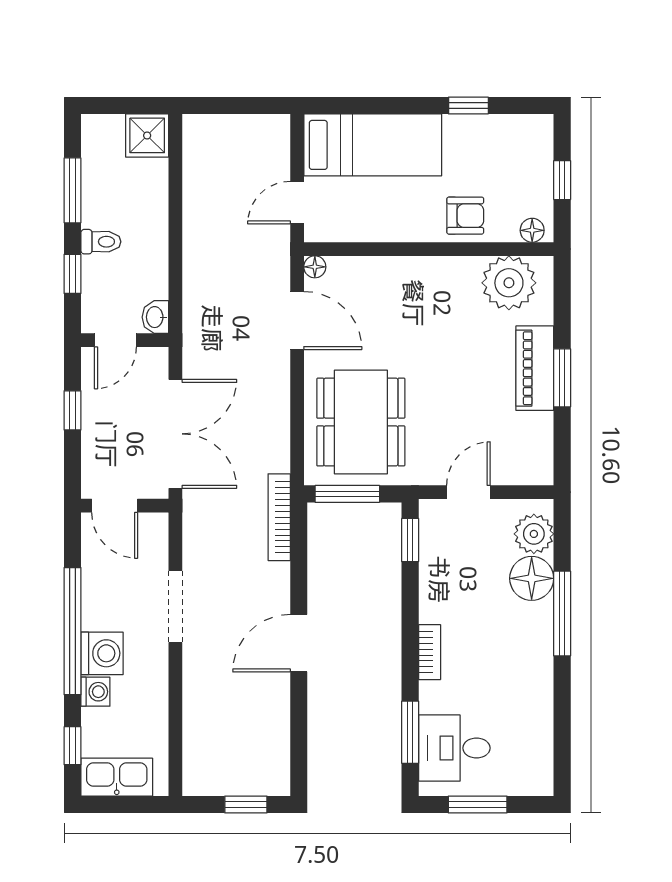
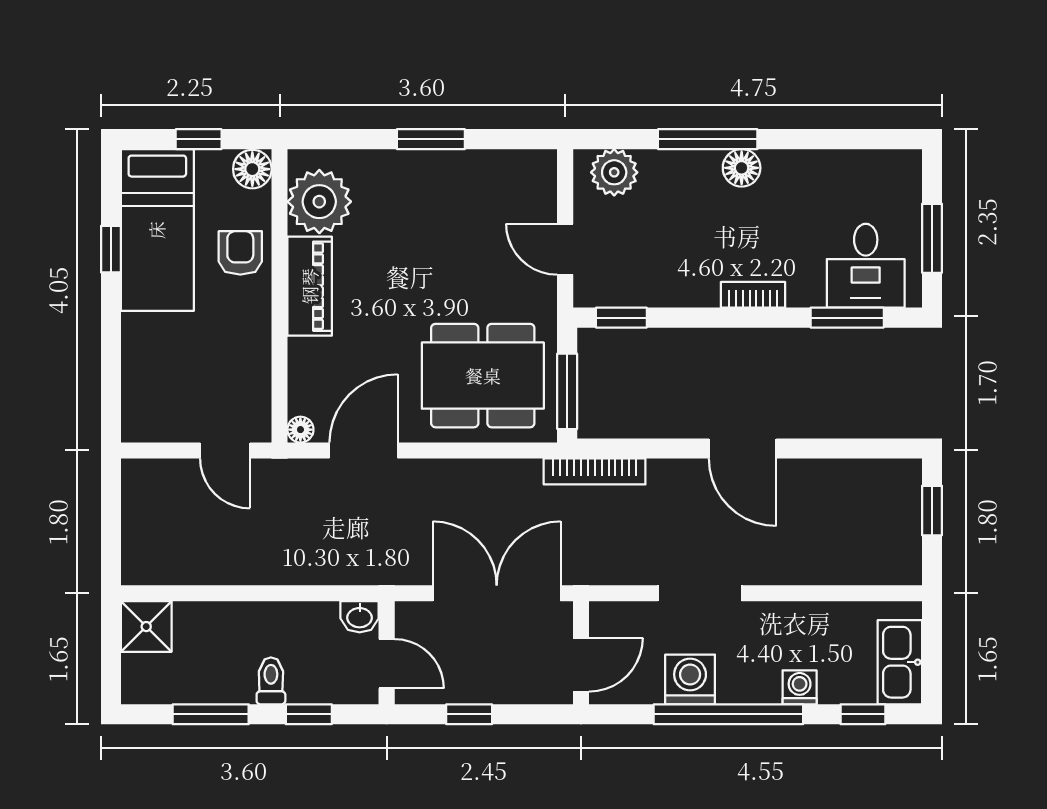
bed: (373, 145) -> (157, 230), moved, turned 180
floor lamp: (532, 230) -> (252, 169), width x1.37, depth x1.37
piano: (535, 368) -> (310, 286), moved, turned -90
floor lamp: (532, 578) -> (742, 168), moved, width x0.73, depth x0.73
washing machine: (102, 653) -> (690, 679), moved

